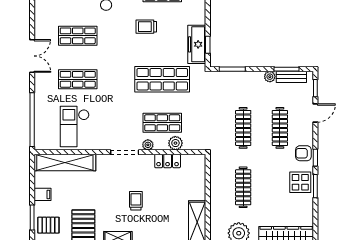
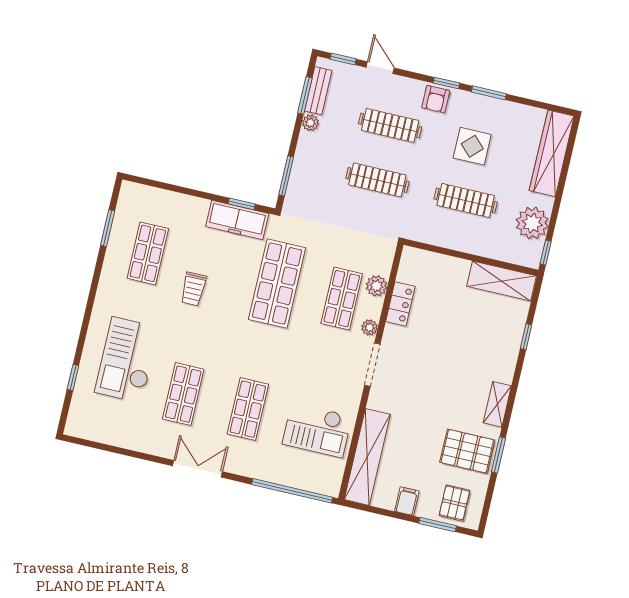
display table: (300, 182) -> (472, 146), moved
trolley: (136, 201) -> (448, 365), removed

